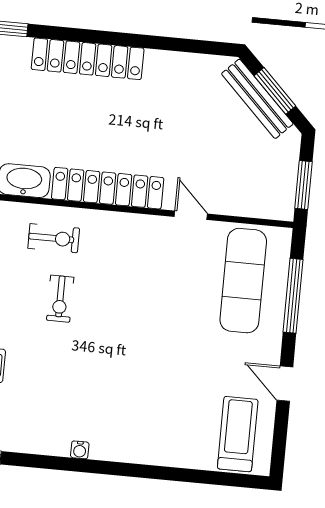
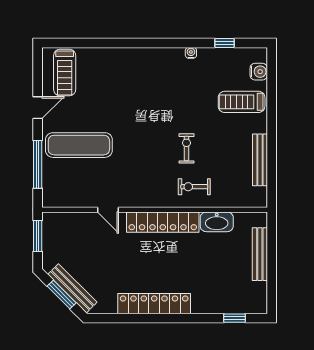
locker: (88, 59) -> (154, 304), moved
exercise mat: (243, 281) -> (79, 145), moved, turned 90
door: (285, 384) -> (38, 108), hinge flipped
water cooler: (80, 450) -> (191, 53), moved

